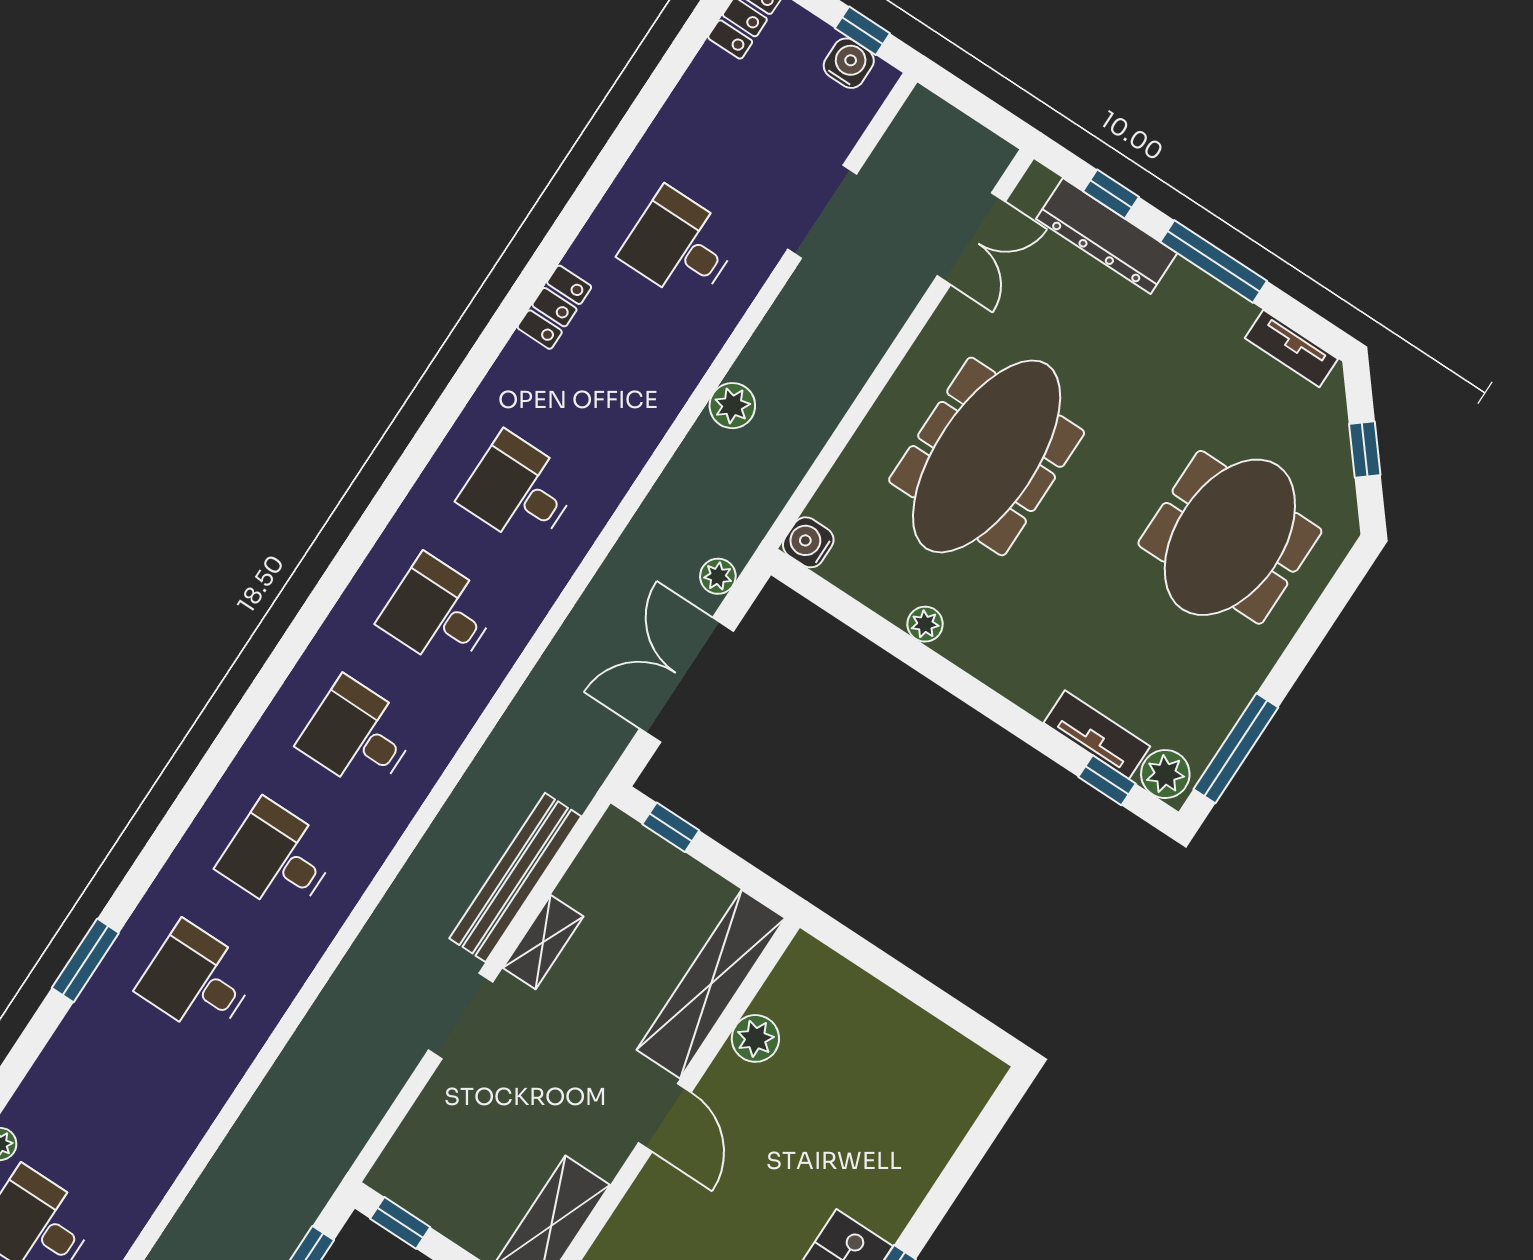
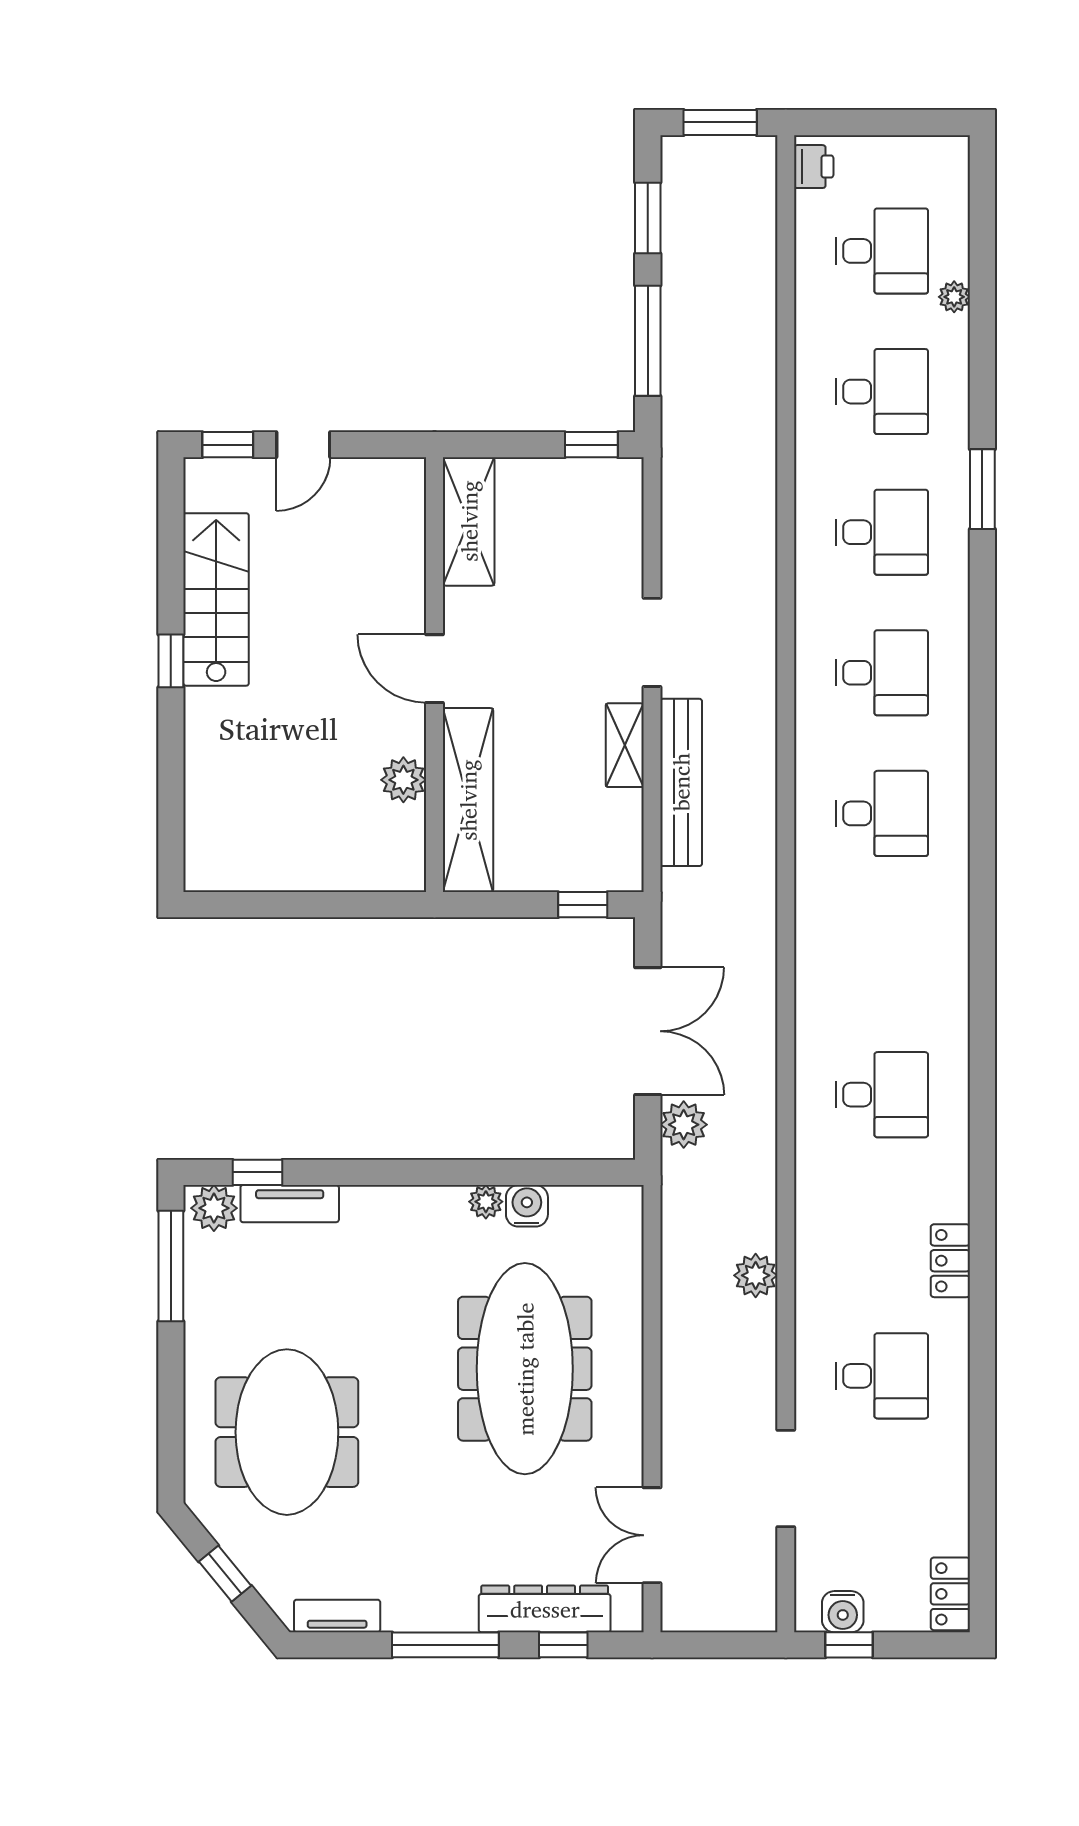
water cooler: (808, 542) -> (527, 1206), moved, turned -90
plant: (718, 576) -> (684, 1125), width x1.38, depth x1.38
desk: (439, 613) -> (882, 392), moved

